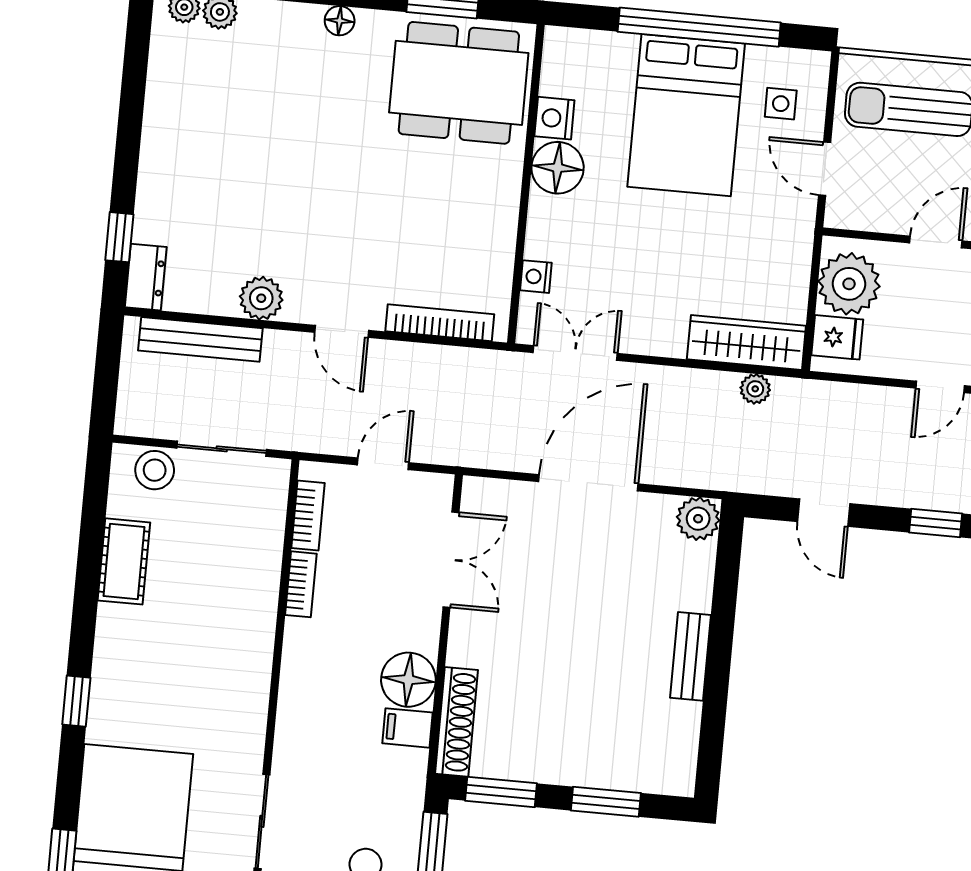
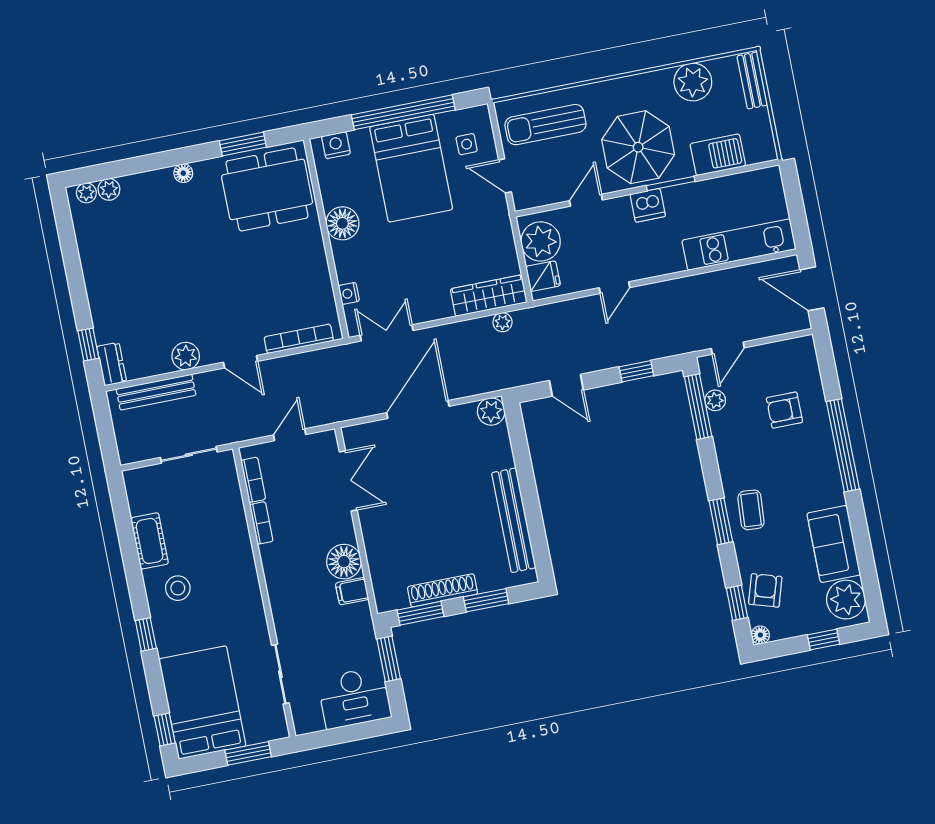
nightstand: (554, 118) -> (336, 145), moved, turned 90
stool: (155, 470) -> (178, 588), moved
bench: (690, 656) -> (514, 520), width x1.86, depth x1.21
shoe rack: (457, 722) -> (443, 590), moved, turned -90

